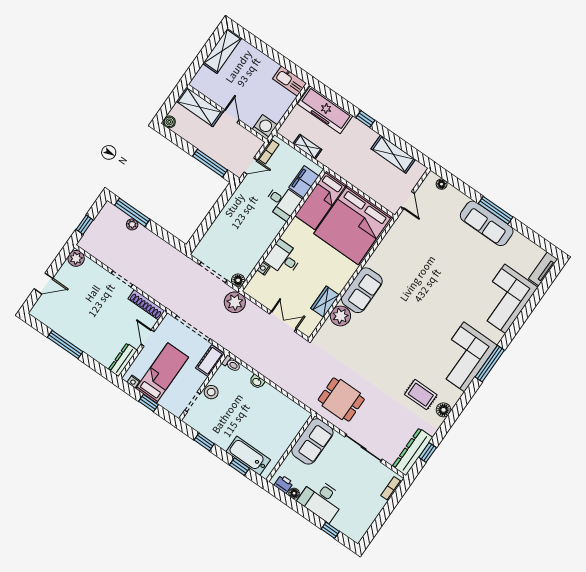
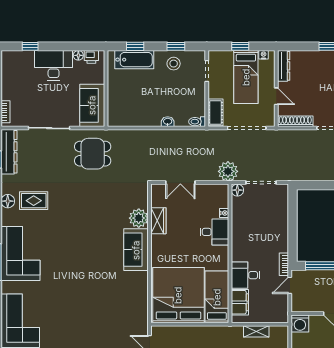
bookcase: (268, 151) -> (284, 264), moved
stool: (211, 392) -> (174, 64), moved

